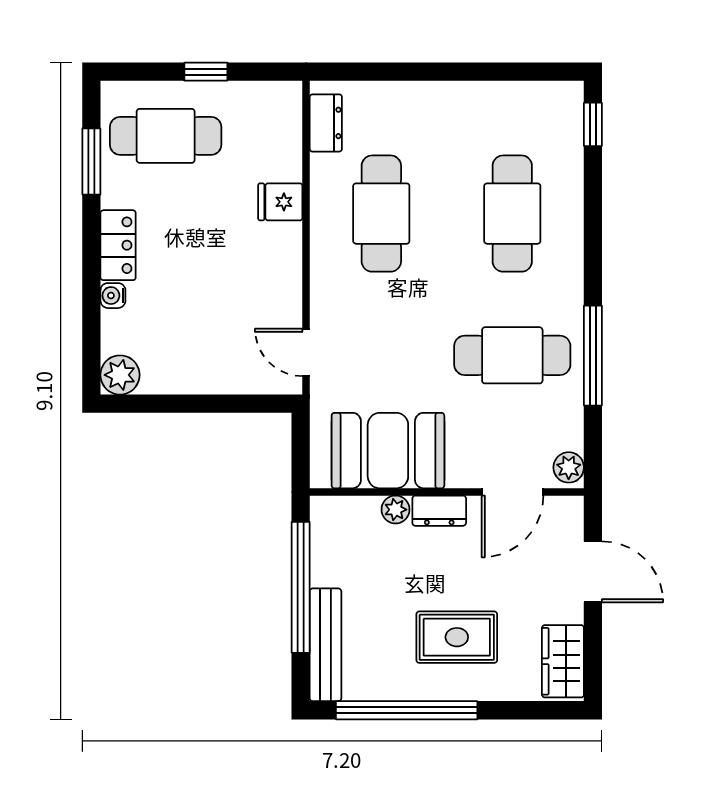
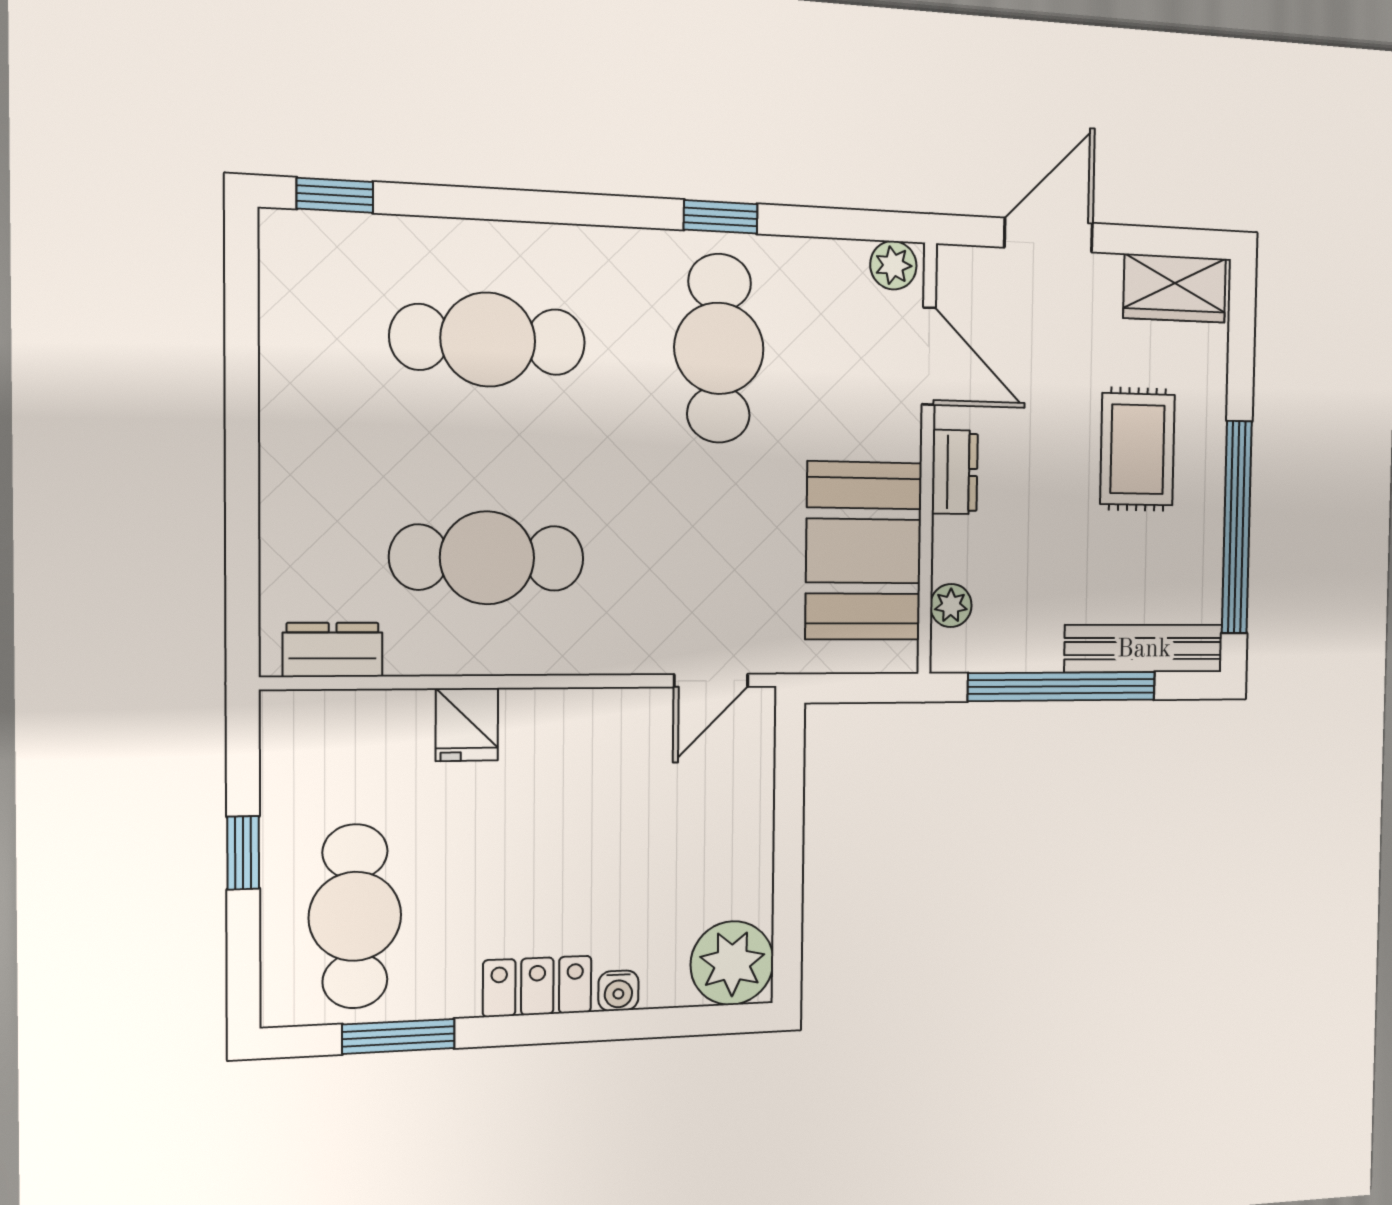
window: (593, 356) -> (721, 217), width x0.46
plant: (120, 375) -> (732, 963), width x1.36, depth x1.36
plant: (395, 510) -> (951, 605), moved

